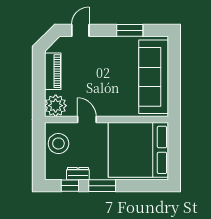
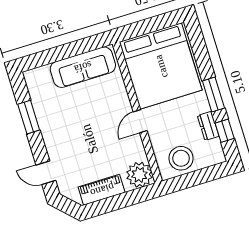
sofa: (154, 77) -> (83, 67), width x0.74, depth x0.79
door: (87, 119) -> (140, 121), moved

